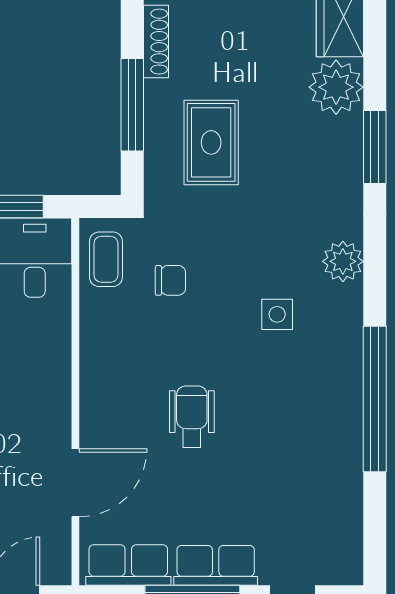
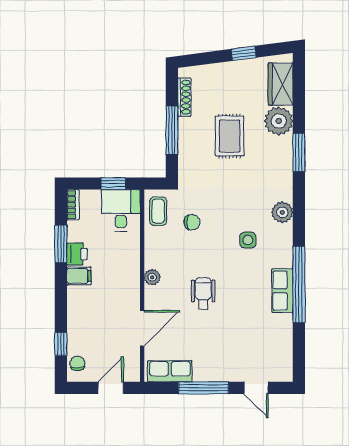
rug: (211, 142) -> (230, 136), moved
plant: (94, 385) -> (152, 277), added
row of seats: (216, 565) -> (282, 291), moved, turned -90

